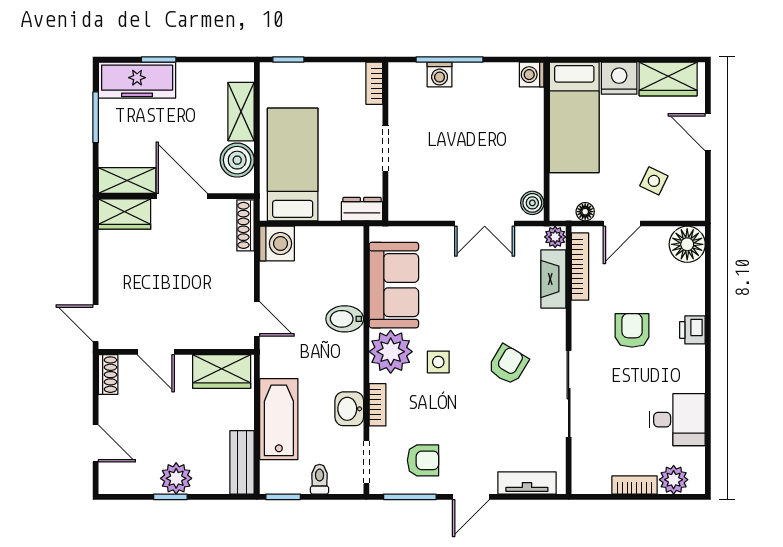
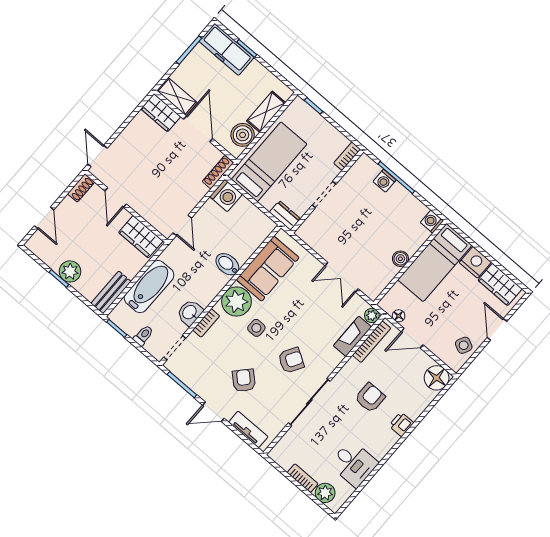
side table: (654, 181) -> (464, 345), moved
boiler: (532, 203) -> (400, 259), moved
armchair: (423, 460) -> (244, 380), moved, turned -137

